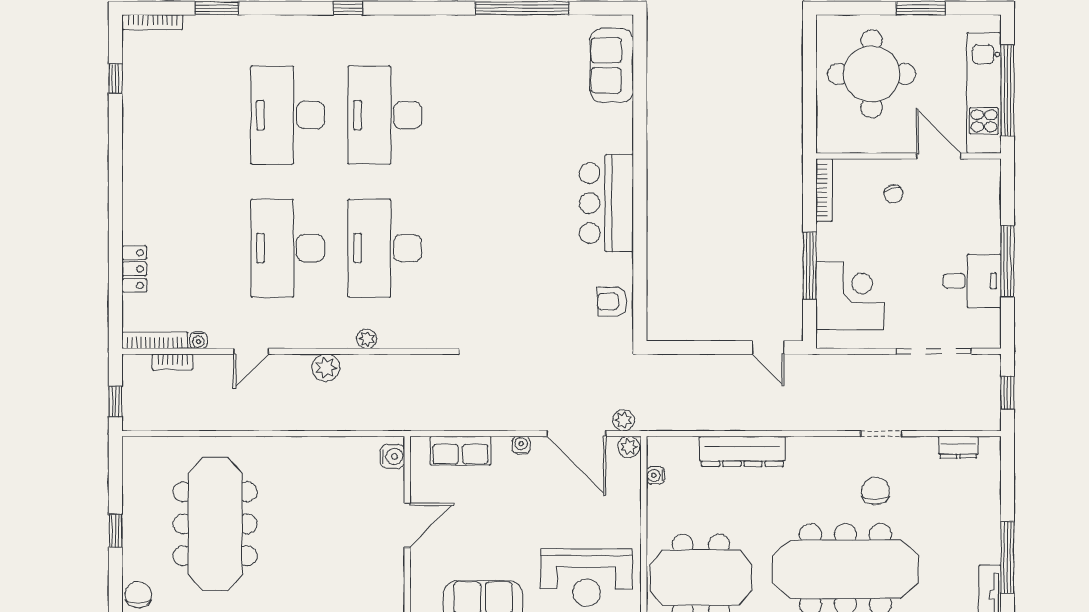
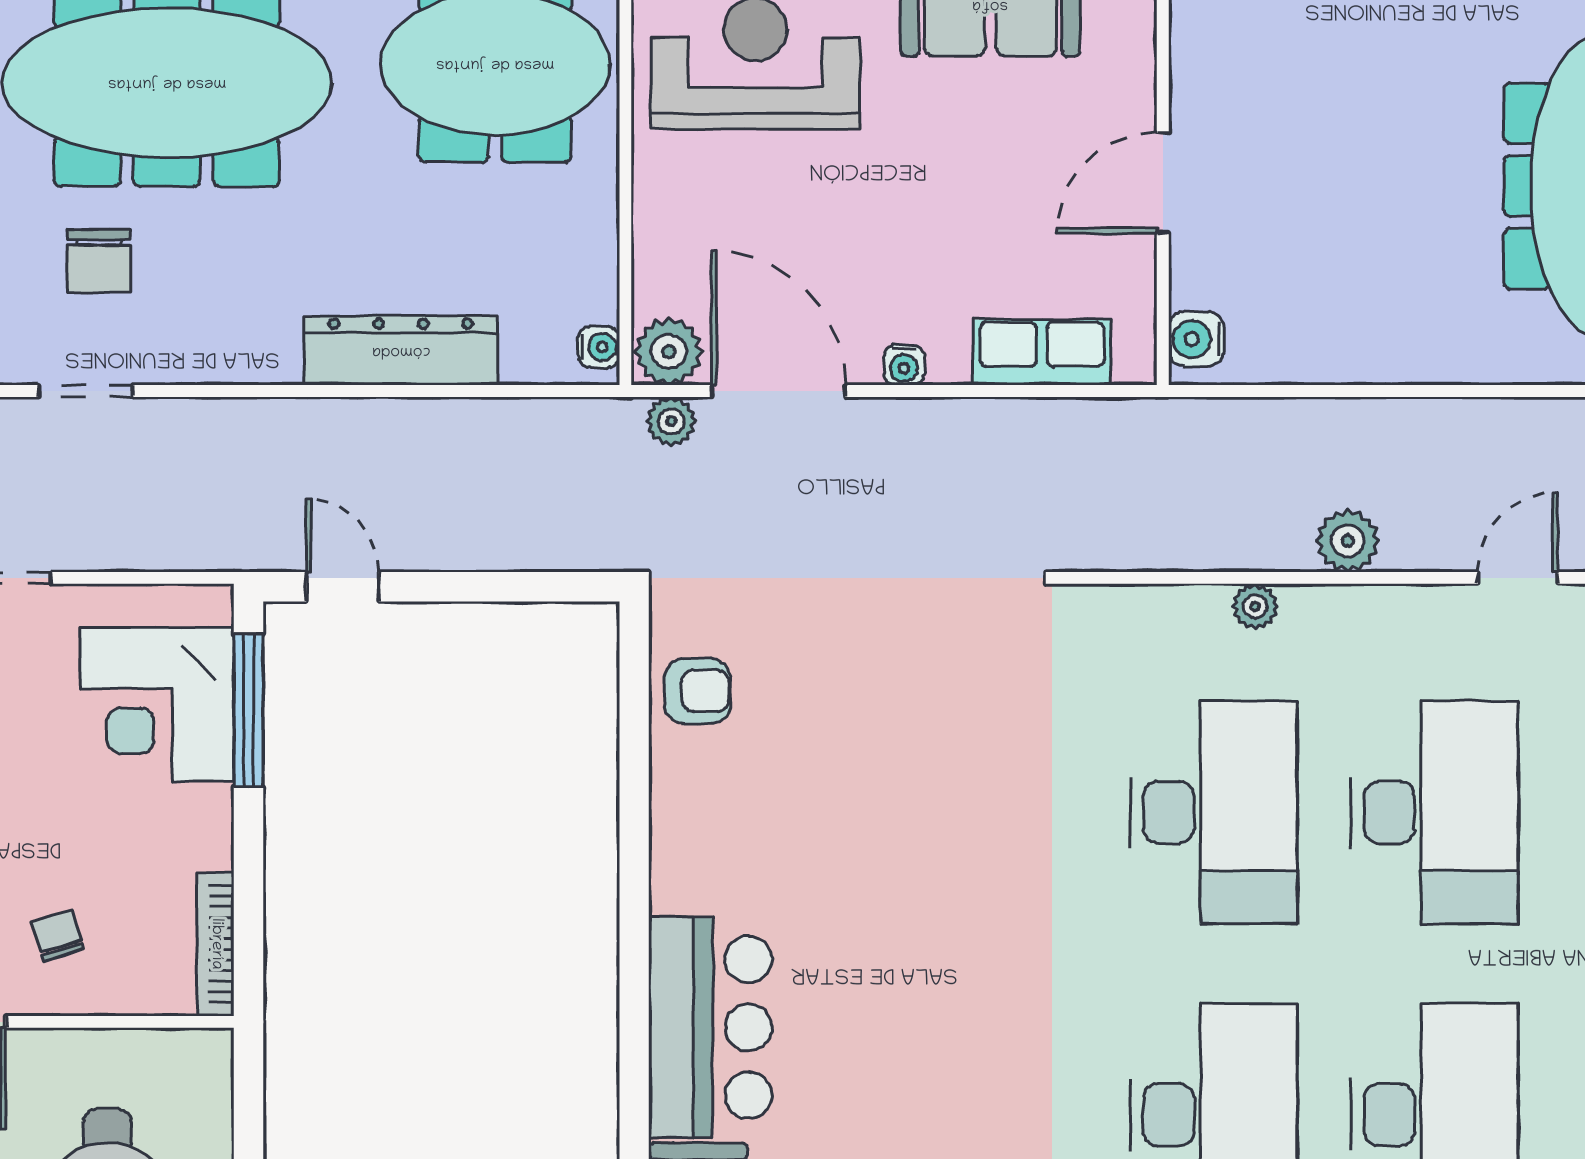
bar counter: (606, 203) -> (710, 1027), moved
window: (809, 266) -> (249, 710), moved
plant: (629, 447) -> (669, 351), width x1.38, depth x1.38
water cooler: (655, 475) -> (599, 347), moved

